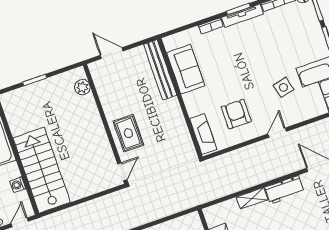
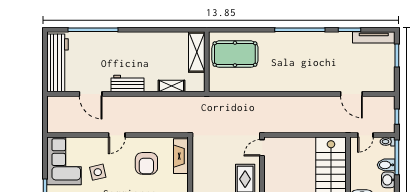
washing machine: (18, 185) -> (356, 168), removed
shelving: (252, 198) -> (172, 86), moved

